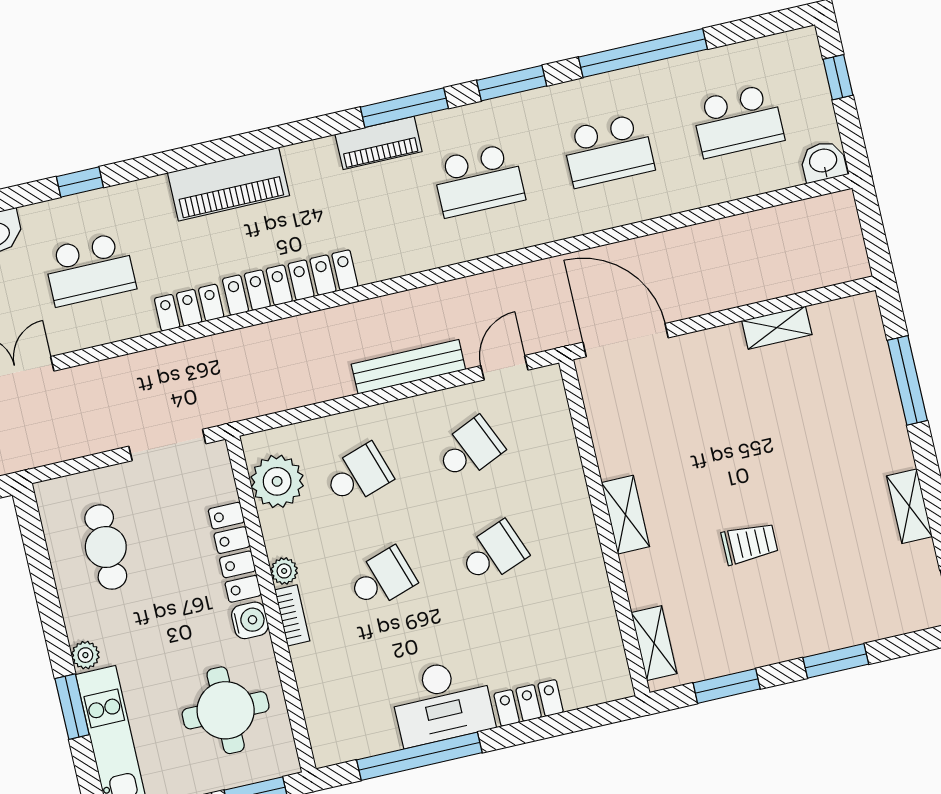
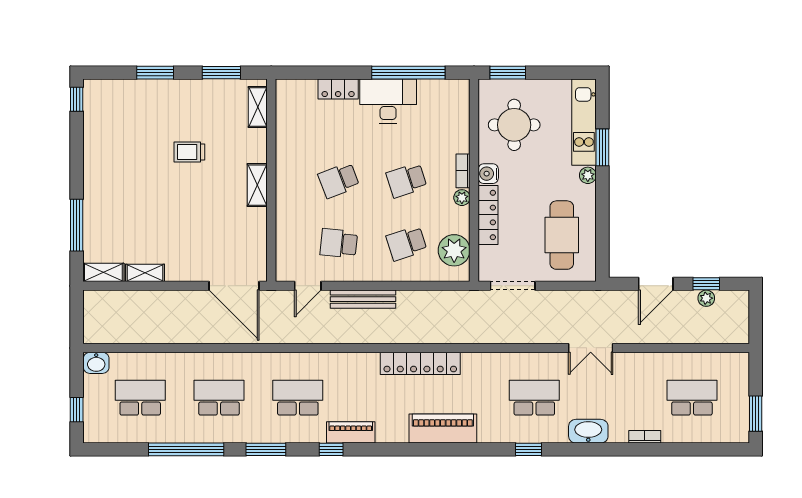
window: (404, 108) -> (331, 449), width x0.46
locker: (189, 308) -> (482, 362), removed
school desk: (469, 449) -> (339, 243), turned 30
shelving: (909, 506) -> (103, 272), moved, turned 90
cafe table: (106, 547) -> (562, 235), width x1.37, depth x1.35

